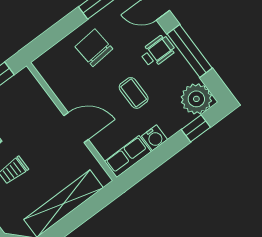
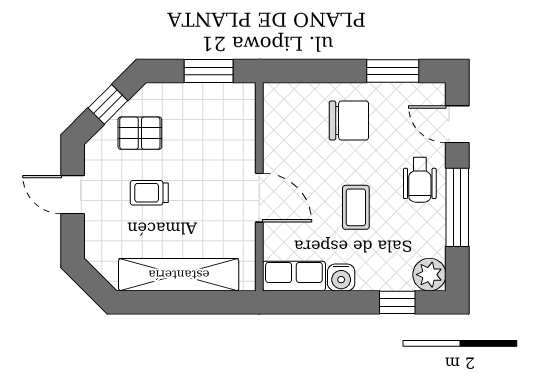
chair: (94, 48) -> (349, 121), turned 95
wheelchair: (158, 51) -> (420, 180), turned 90
plant: (196, 99) -> (429, 275), width x0.73, depth x0.73

